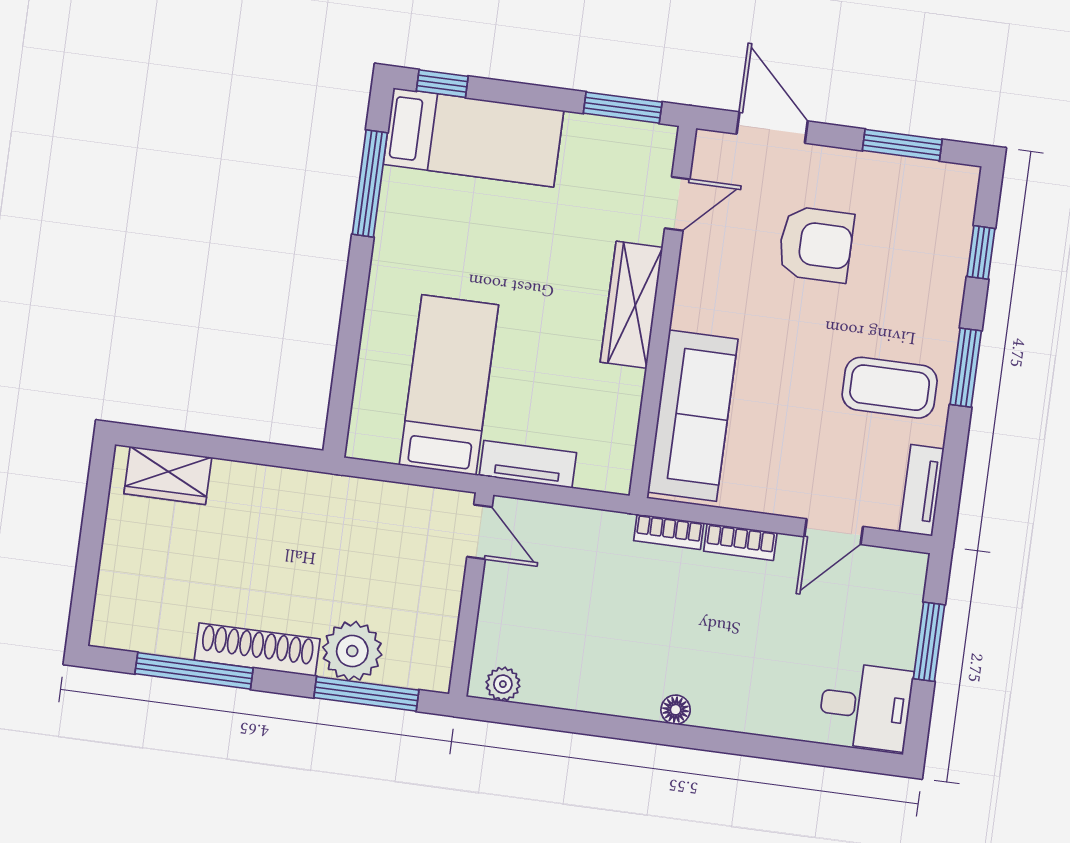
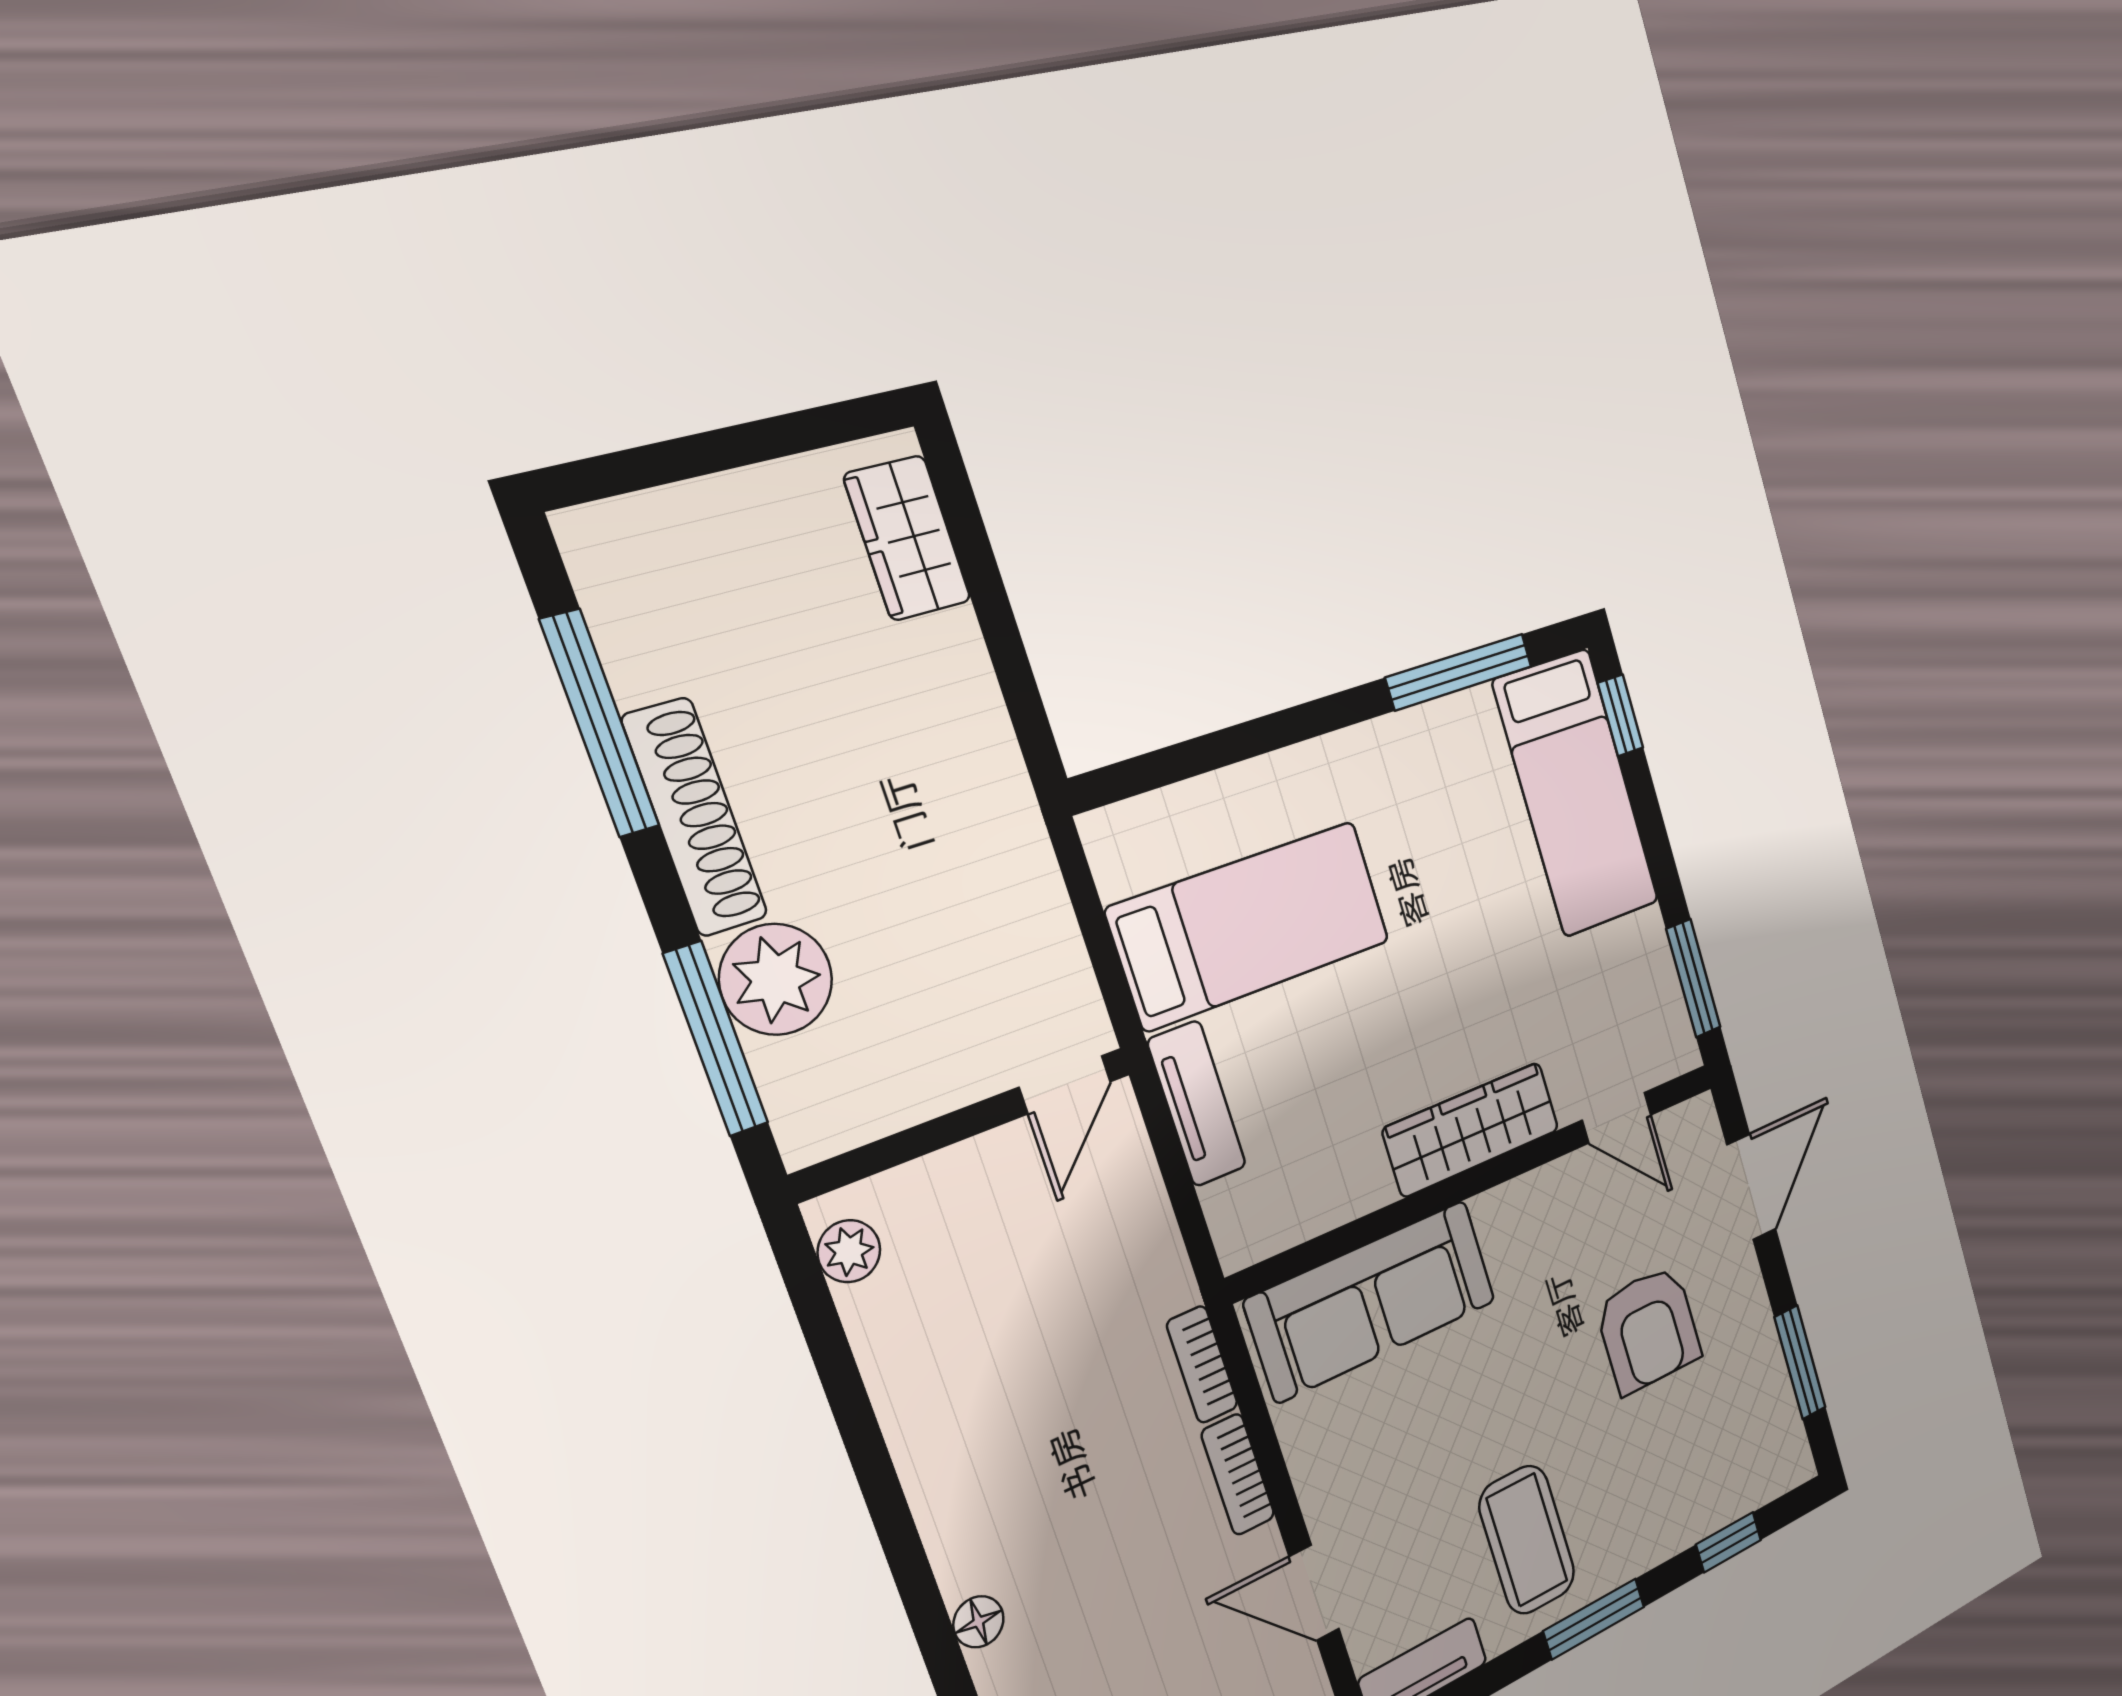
floor lamp: (676, 710) -> (978, 1622), moved

